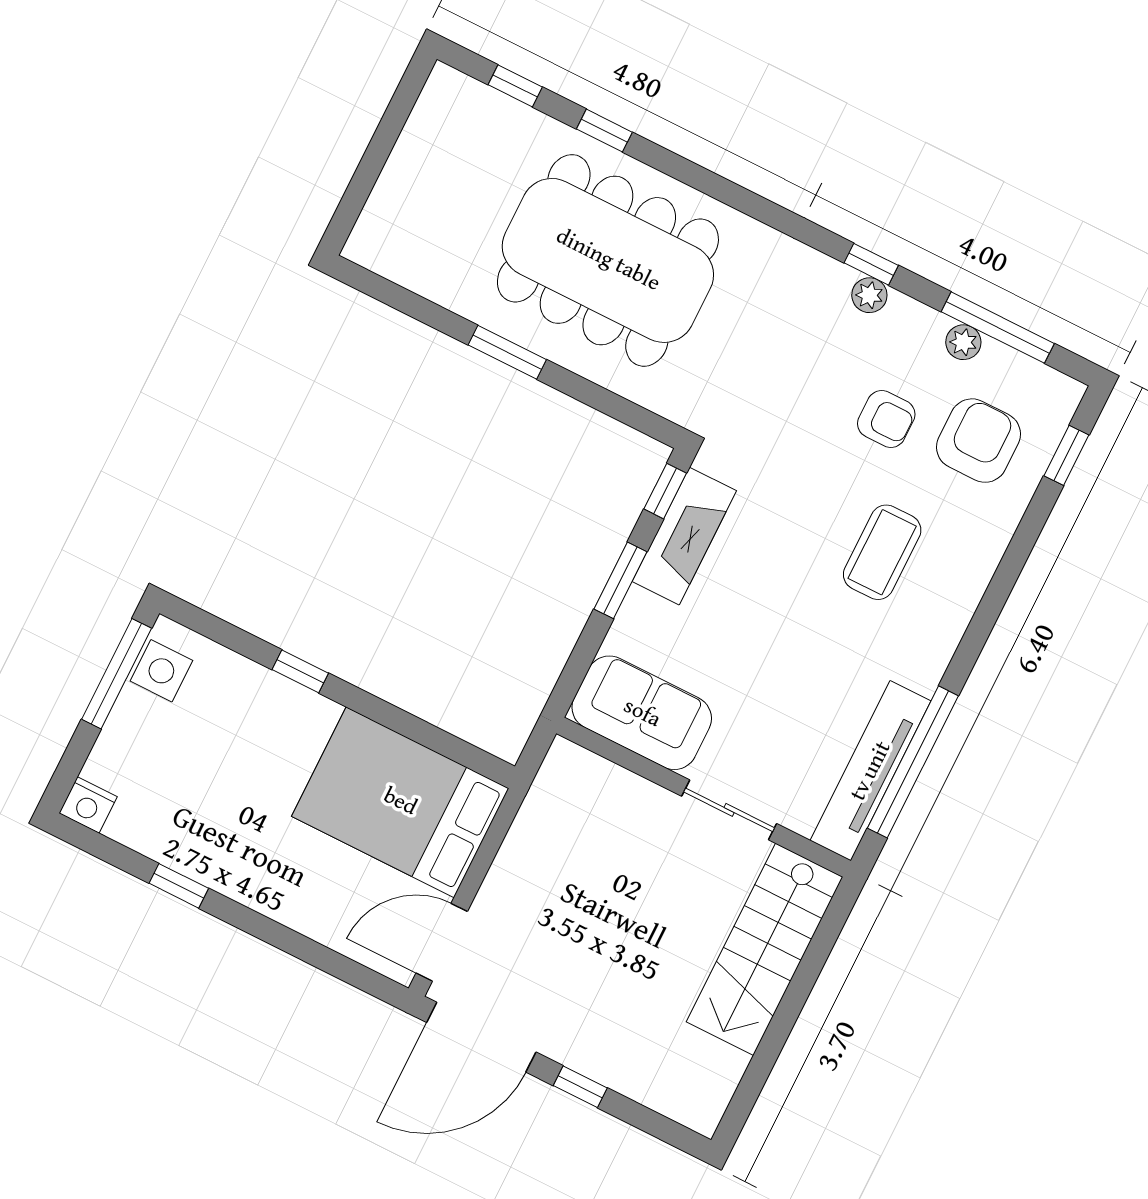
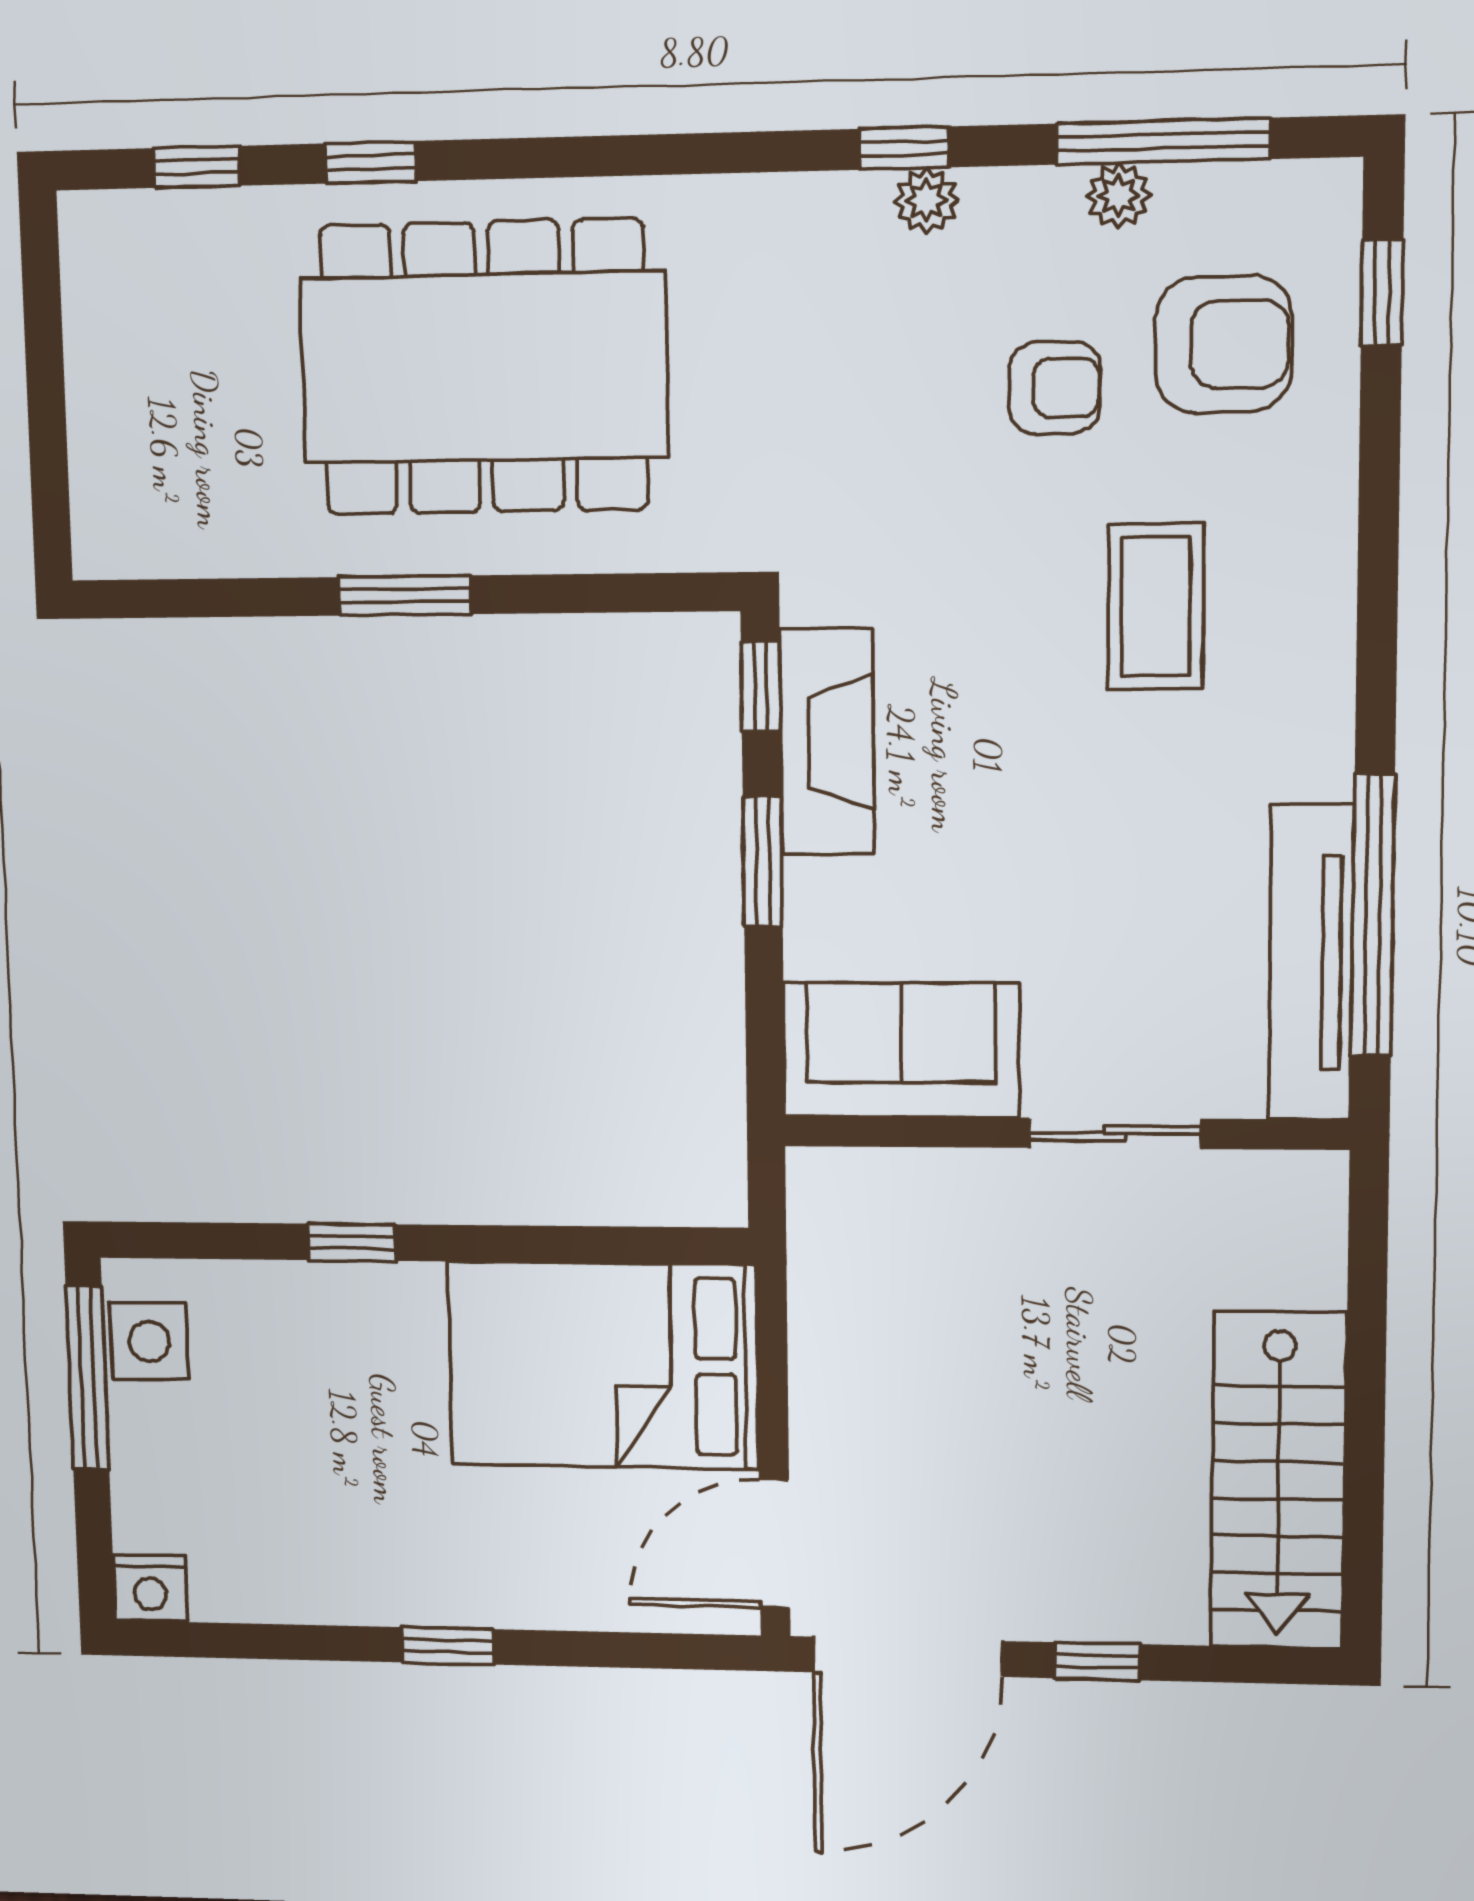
armchair: (979, 441) -> (1224, 344), turned 90
window: (179, 886) -> (447, 1646), moved
stairs: (765, 949) -> (1278, 1481), moved

